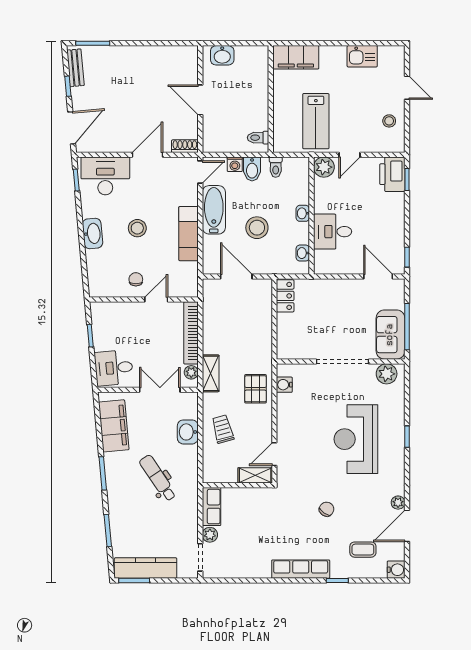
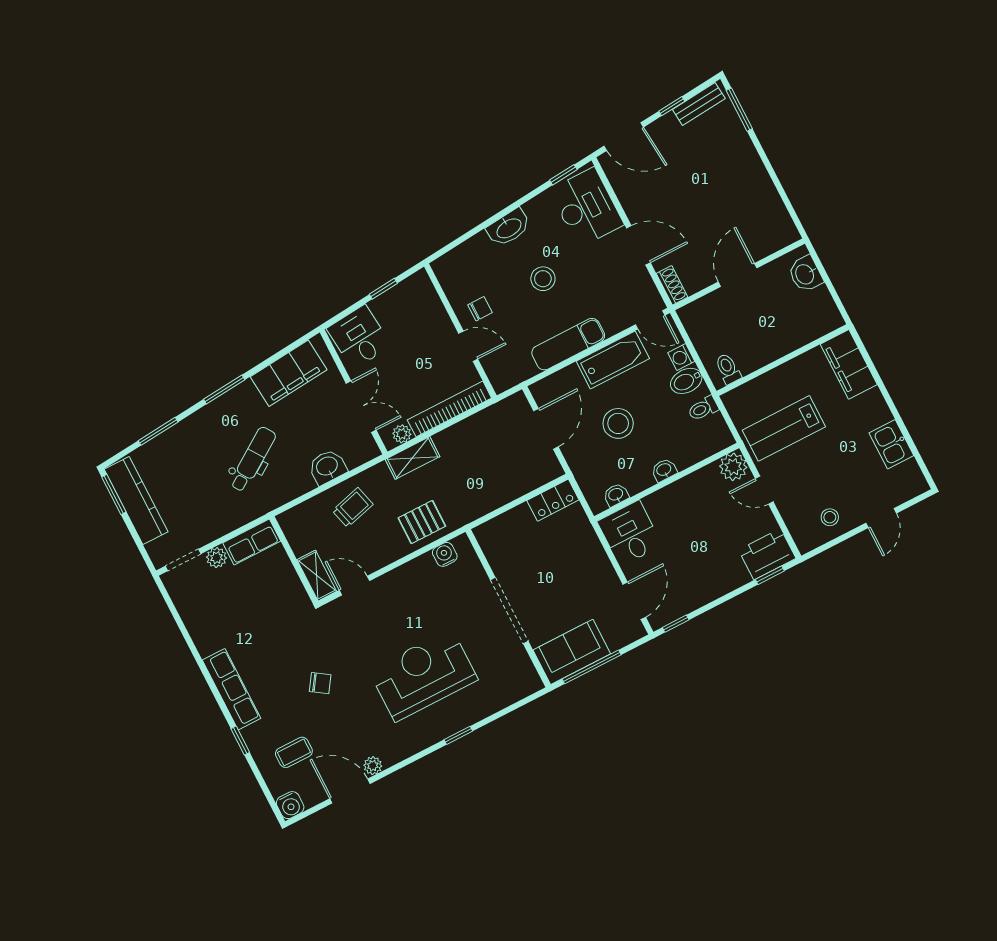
desk: (333, 232) -> (630, 533), moved
plant: (387, 374) -> (522, 672), removed
coffee table: (363, 550) -> (294, 752), turned 90

